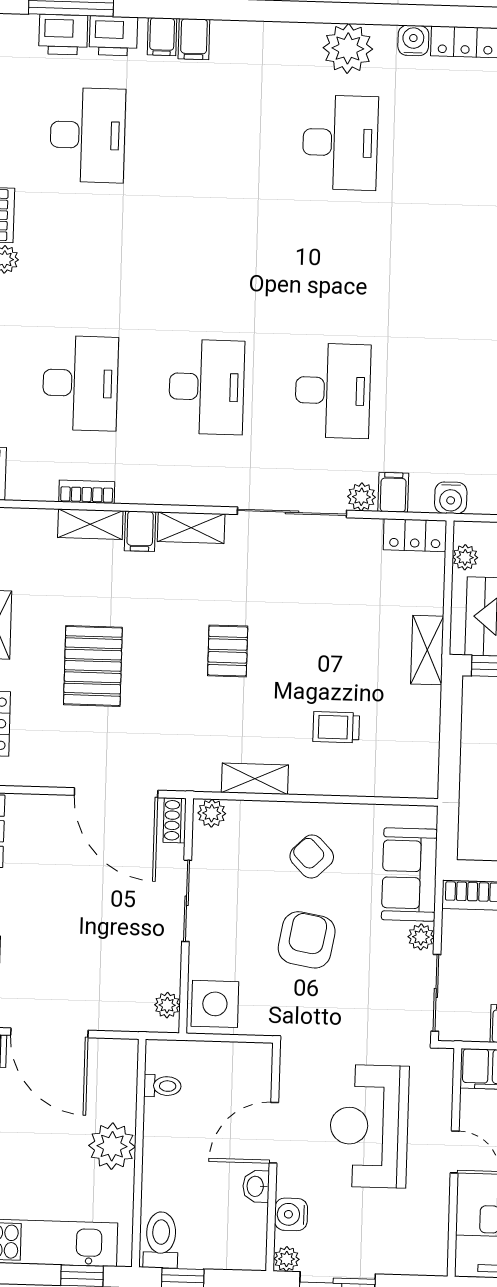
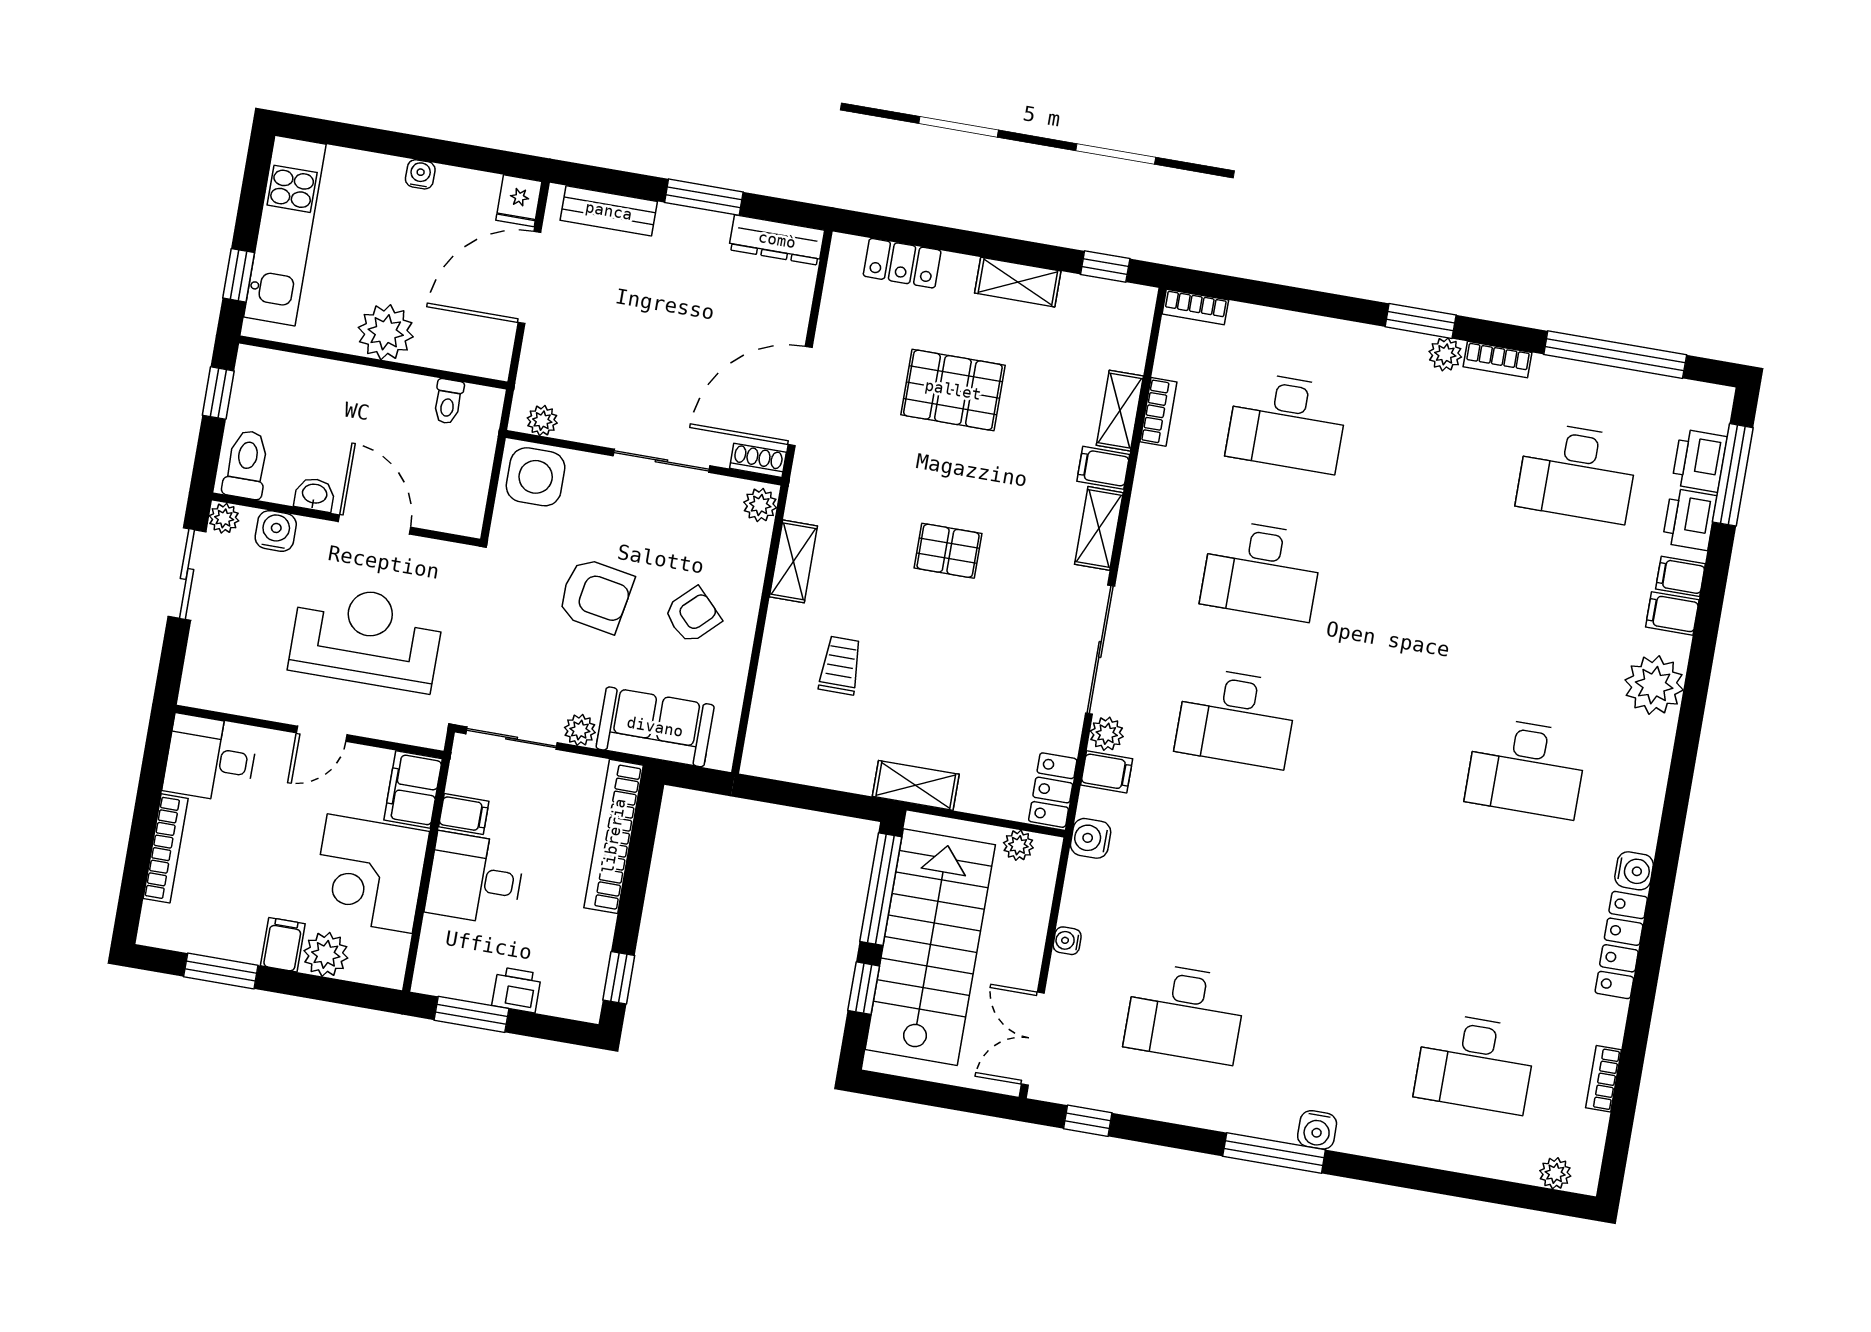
plant: (348, 48) -> (1654, 685), moved
toilet: (161, 1240) -> (246, 464), moved, turned -90

